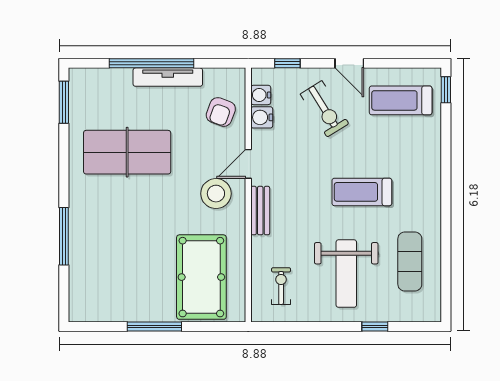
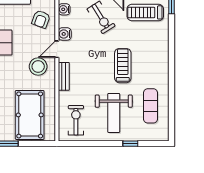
water cooler: (262, 117) -> (65, 34), moved
treadmill: (362, 192) -> (123, 66), turned 90
exercise bike: (281, 286) -> (76, 120), width x1.38, depth x1.39

